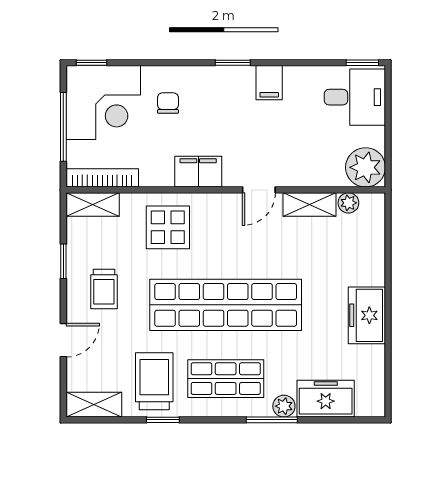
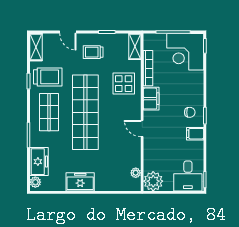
chair: (168, 103) -> (190, 112), moved
bookcase: (102, 178) -> (148, 68), moved
shelving: (310, 204) -> (135, 154), removed
plant: (284, 406) -> (35, 182), moved

